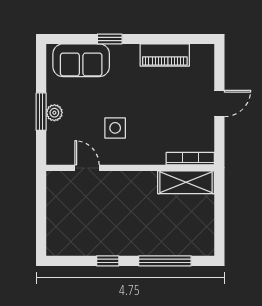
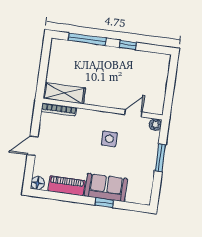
floor lamp: (205, 53) -> (38, 183), added
sofa: (81, 60) -> (106, 187), moved
plant: (54, 113) -> (155, 125), moved
door: (87, 168) -> (133, 113), swing flipped

